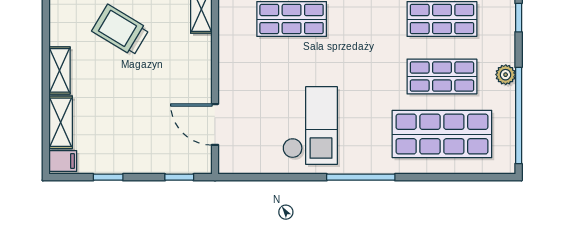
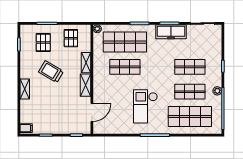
shelving: (61, 122) -> (85, 85), moved
door: (215, 124) -> (92, 112), swing flipped
checkout: (310, 126) -> (145, 106), moved, turned 180

